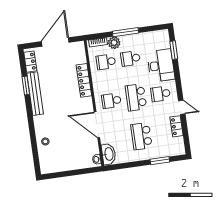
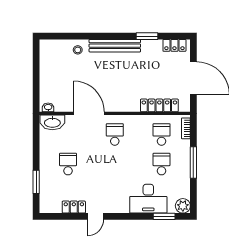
plant: (114, 43) -> (183, 206), moved
locker: (84, 80) -> (159, 105), moved
bench: (35, 94) -> (115, 46), moved
school desk: (161, 94) -> (115, 194), removed
school desk: (136, 97) -> (115, 164), removed
door: (97, 125) -> (89, 113), hinge flipped
school desk: (141, 136) -> (68, 164), width x0.54

